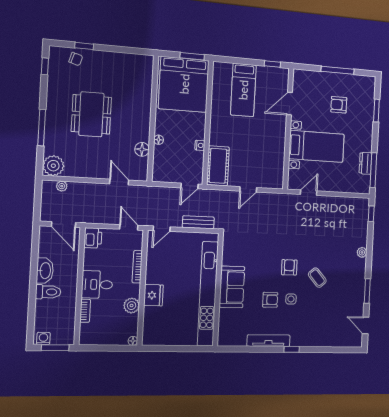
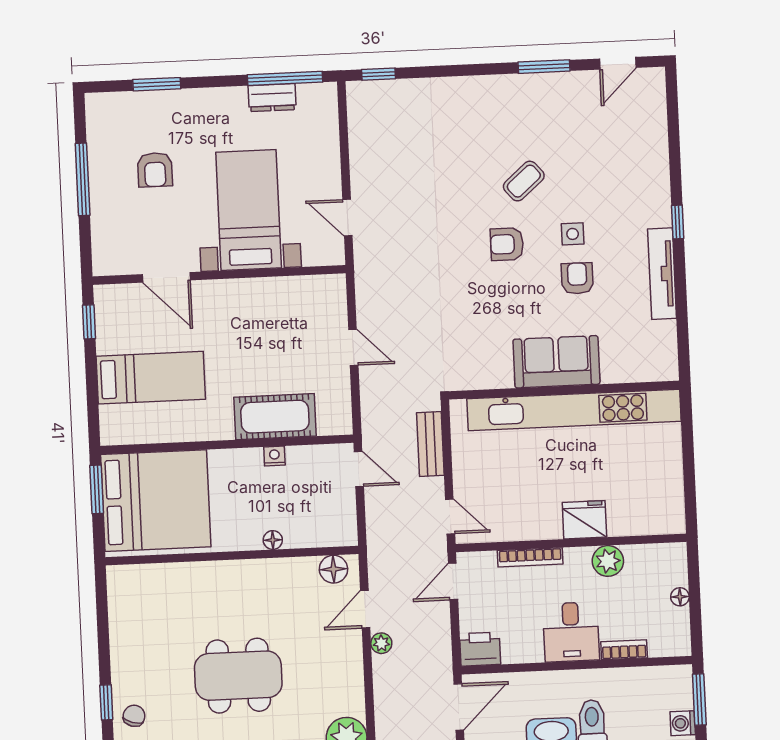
floor lamp: (142, 149) -> (333, 569), moved
cot: (218, 166) -> (275, 417), moved
plant: (62, 186) -> (381, 643), moved
plant: (362, 252) -> (463, 87), removed
floor lamp: (133, 341) -> (680, 597), moved

